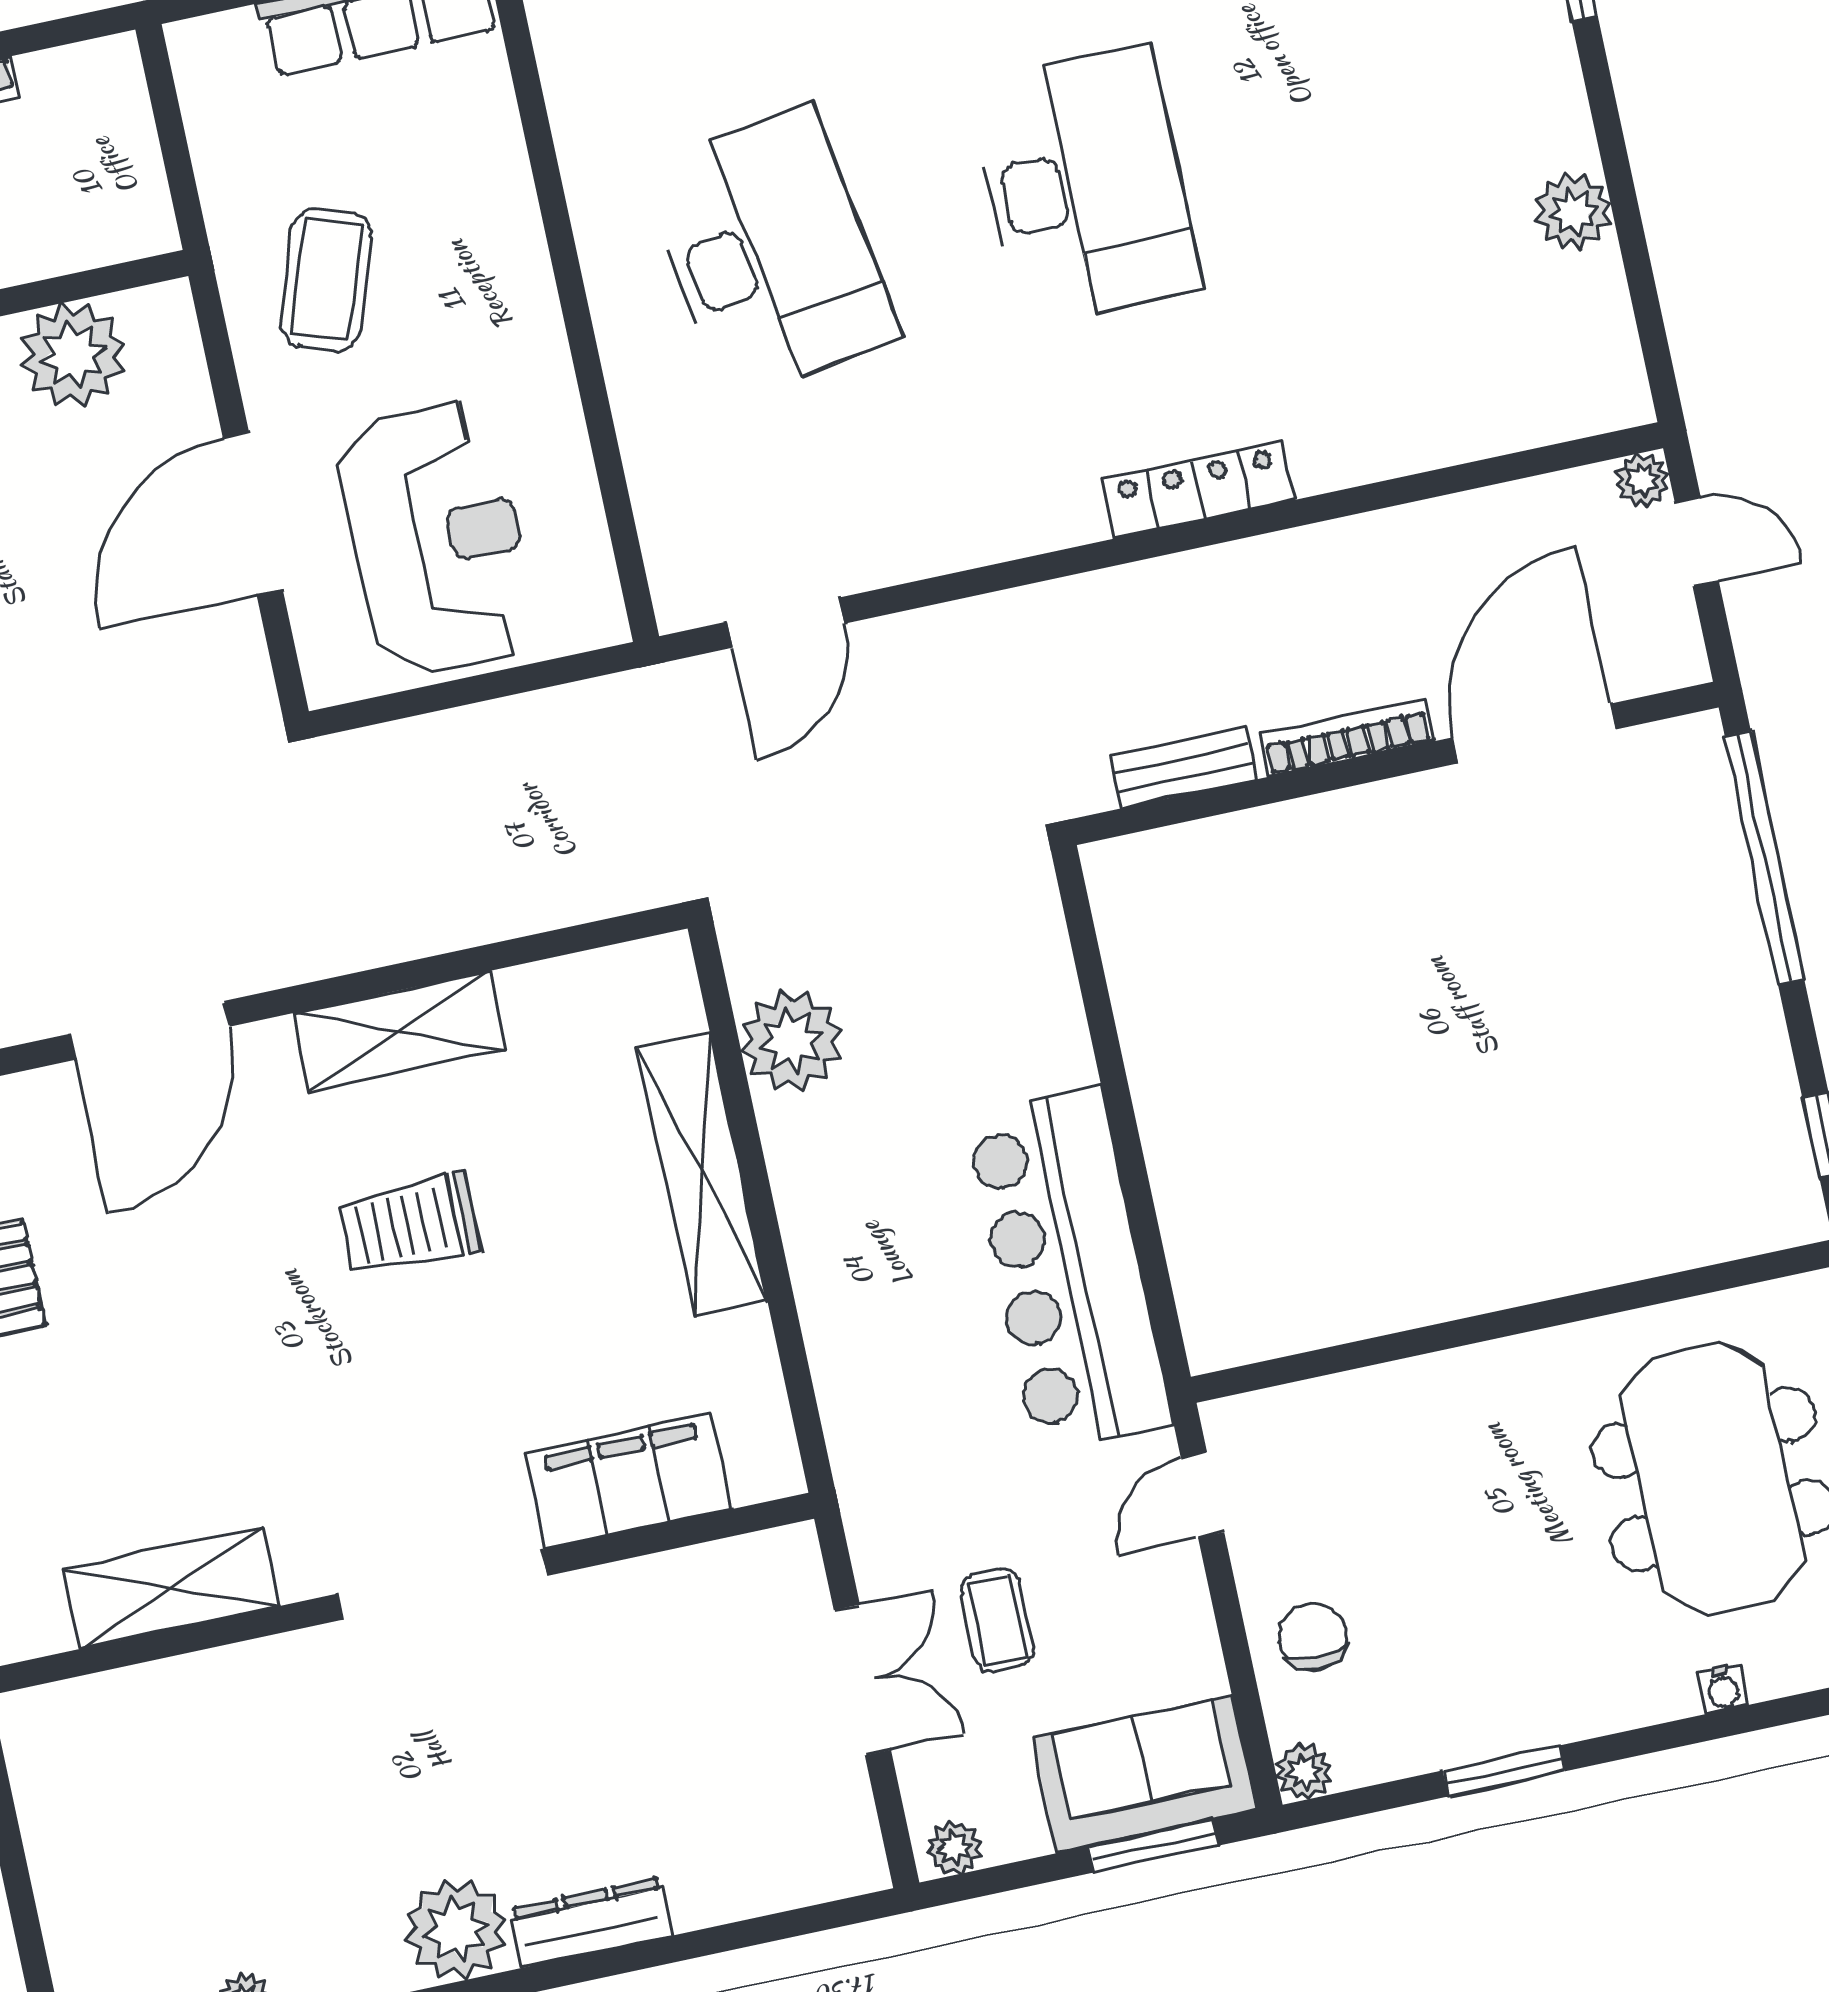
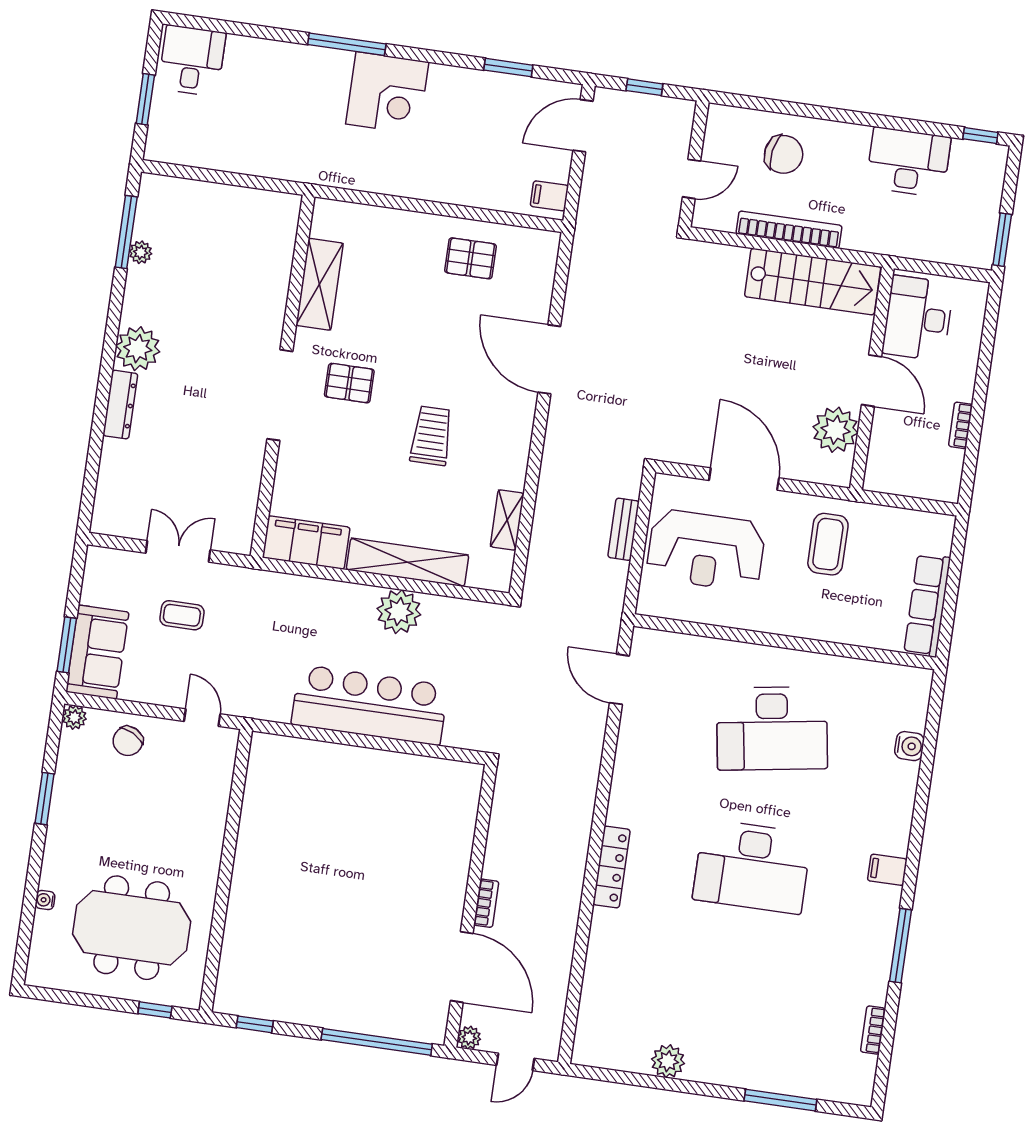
coffee table: (326, 280) -> (828, 544), turned 71
plant: (1642, 480) -> (469, 1038), moved
bookcase: (1347, 738) -> (486, 903), width x0.64
bench: (1184, 768) -> (624, 529), moved
shelving: (400, 1031) -> (507, 520), moved, width x0.67, depth x0.75
plant: (791, 1041) -> (399, 612), moved
bar counter: (1068, 1269) -> (370, 705), moved
pallet: (361, 1444) -> (349, 383), added
filing cabinet: (628, 1481) -> (306, 542), moved, turned -90
chair: (1312, 1637) -> (128, 741), turned 118
double door: (862, 1680) -> (178, 551), swing flipped
plant: (954, 1848) -> (96, 564), removed

